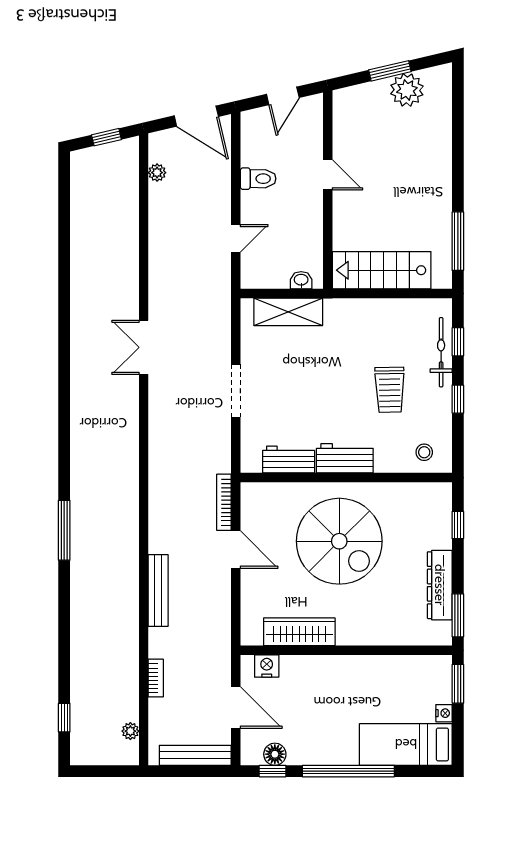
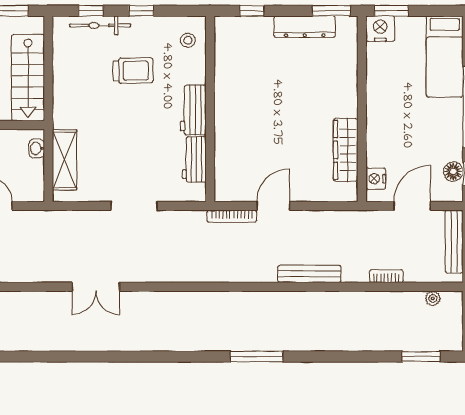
spiral stairs: (339, 541) -> (266, 115), removed
nightstand: (444, 713) -> (380, 29), moved, width x1.89, depth x1.79
window: (64, 718) -> (421, 357), width x1.50

